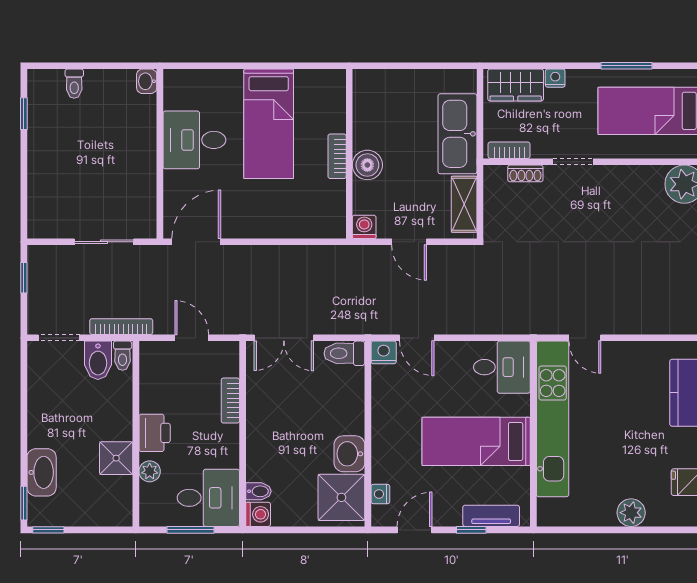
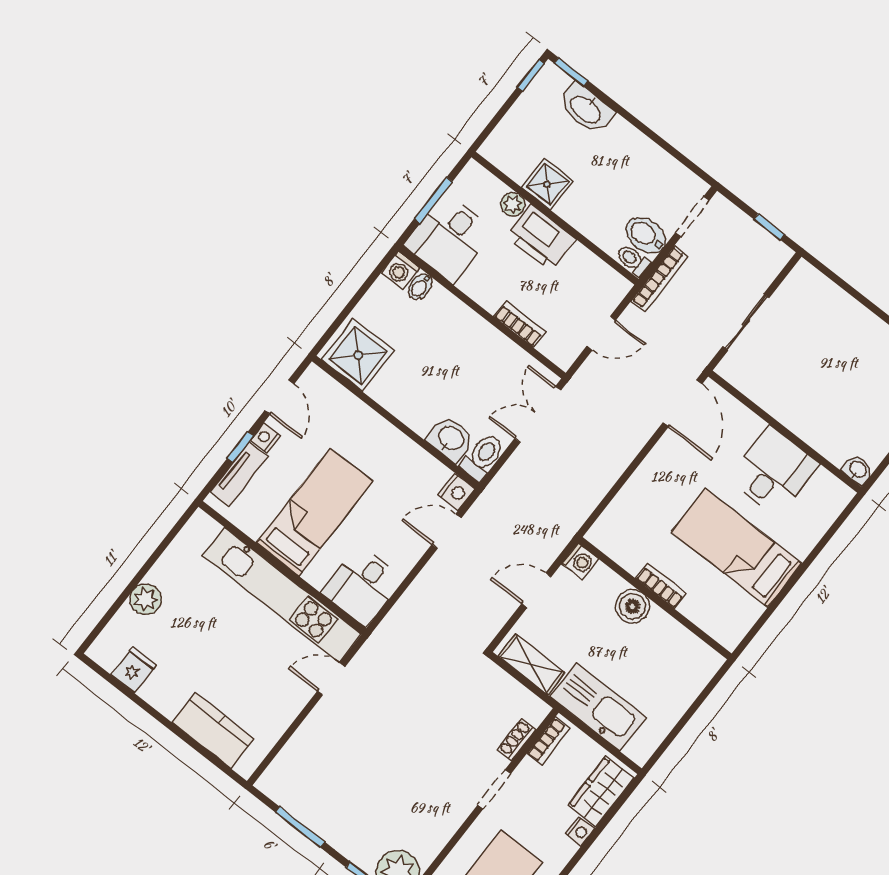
printer: (155, 433) -> (541, 238), width x1.37, depth x1.19
washbasin: (349, 454) -> (451, 439), moved
nightstand: (380, 494) -> (265, 438), moved, turned -90

